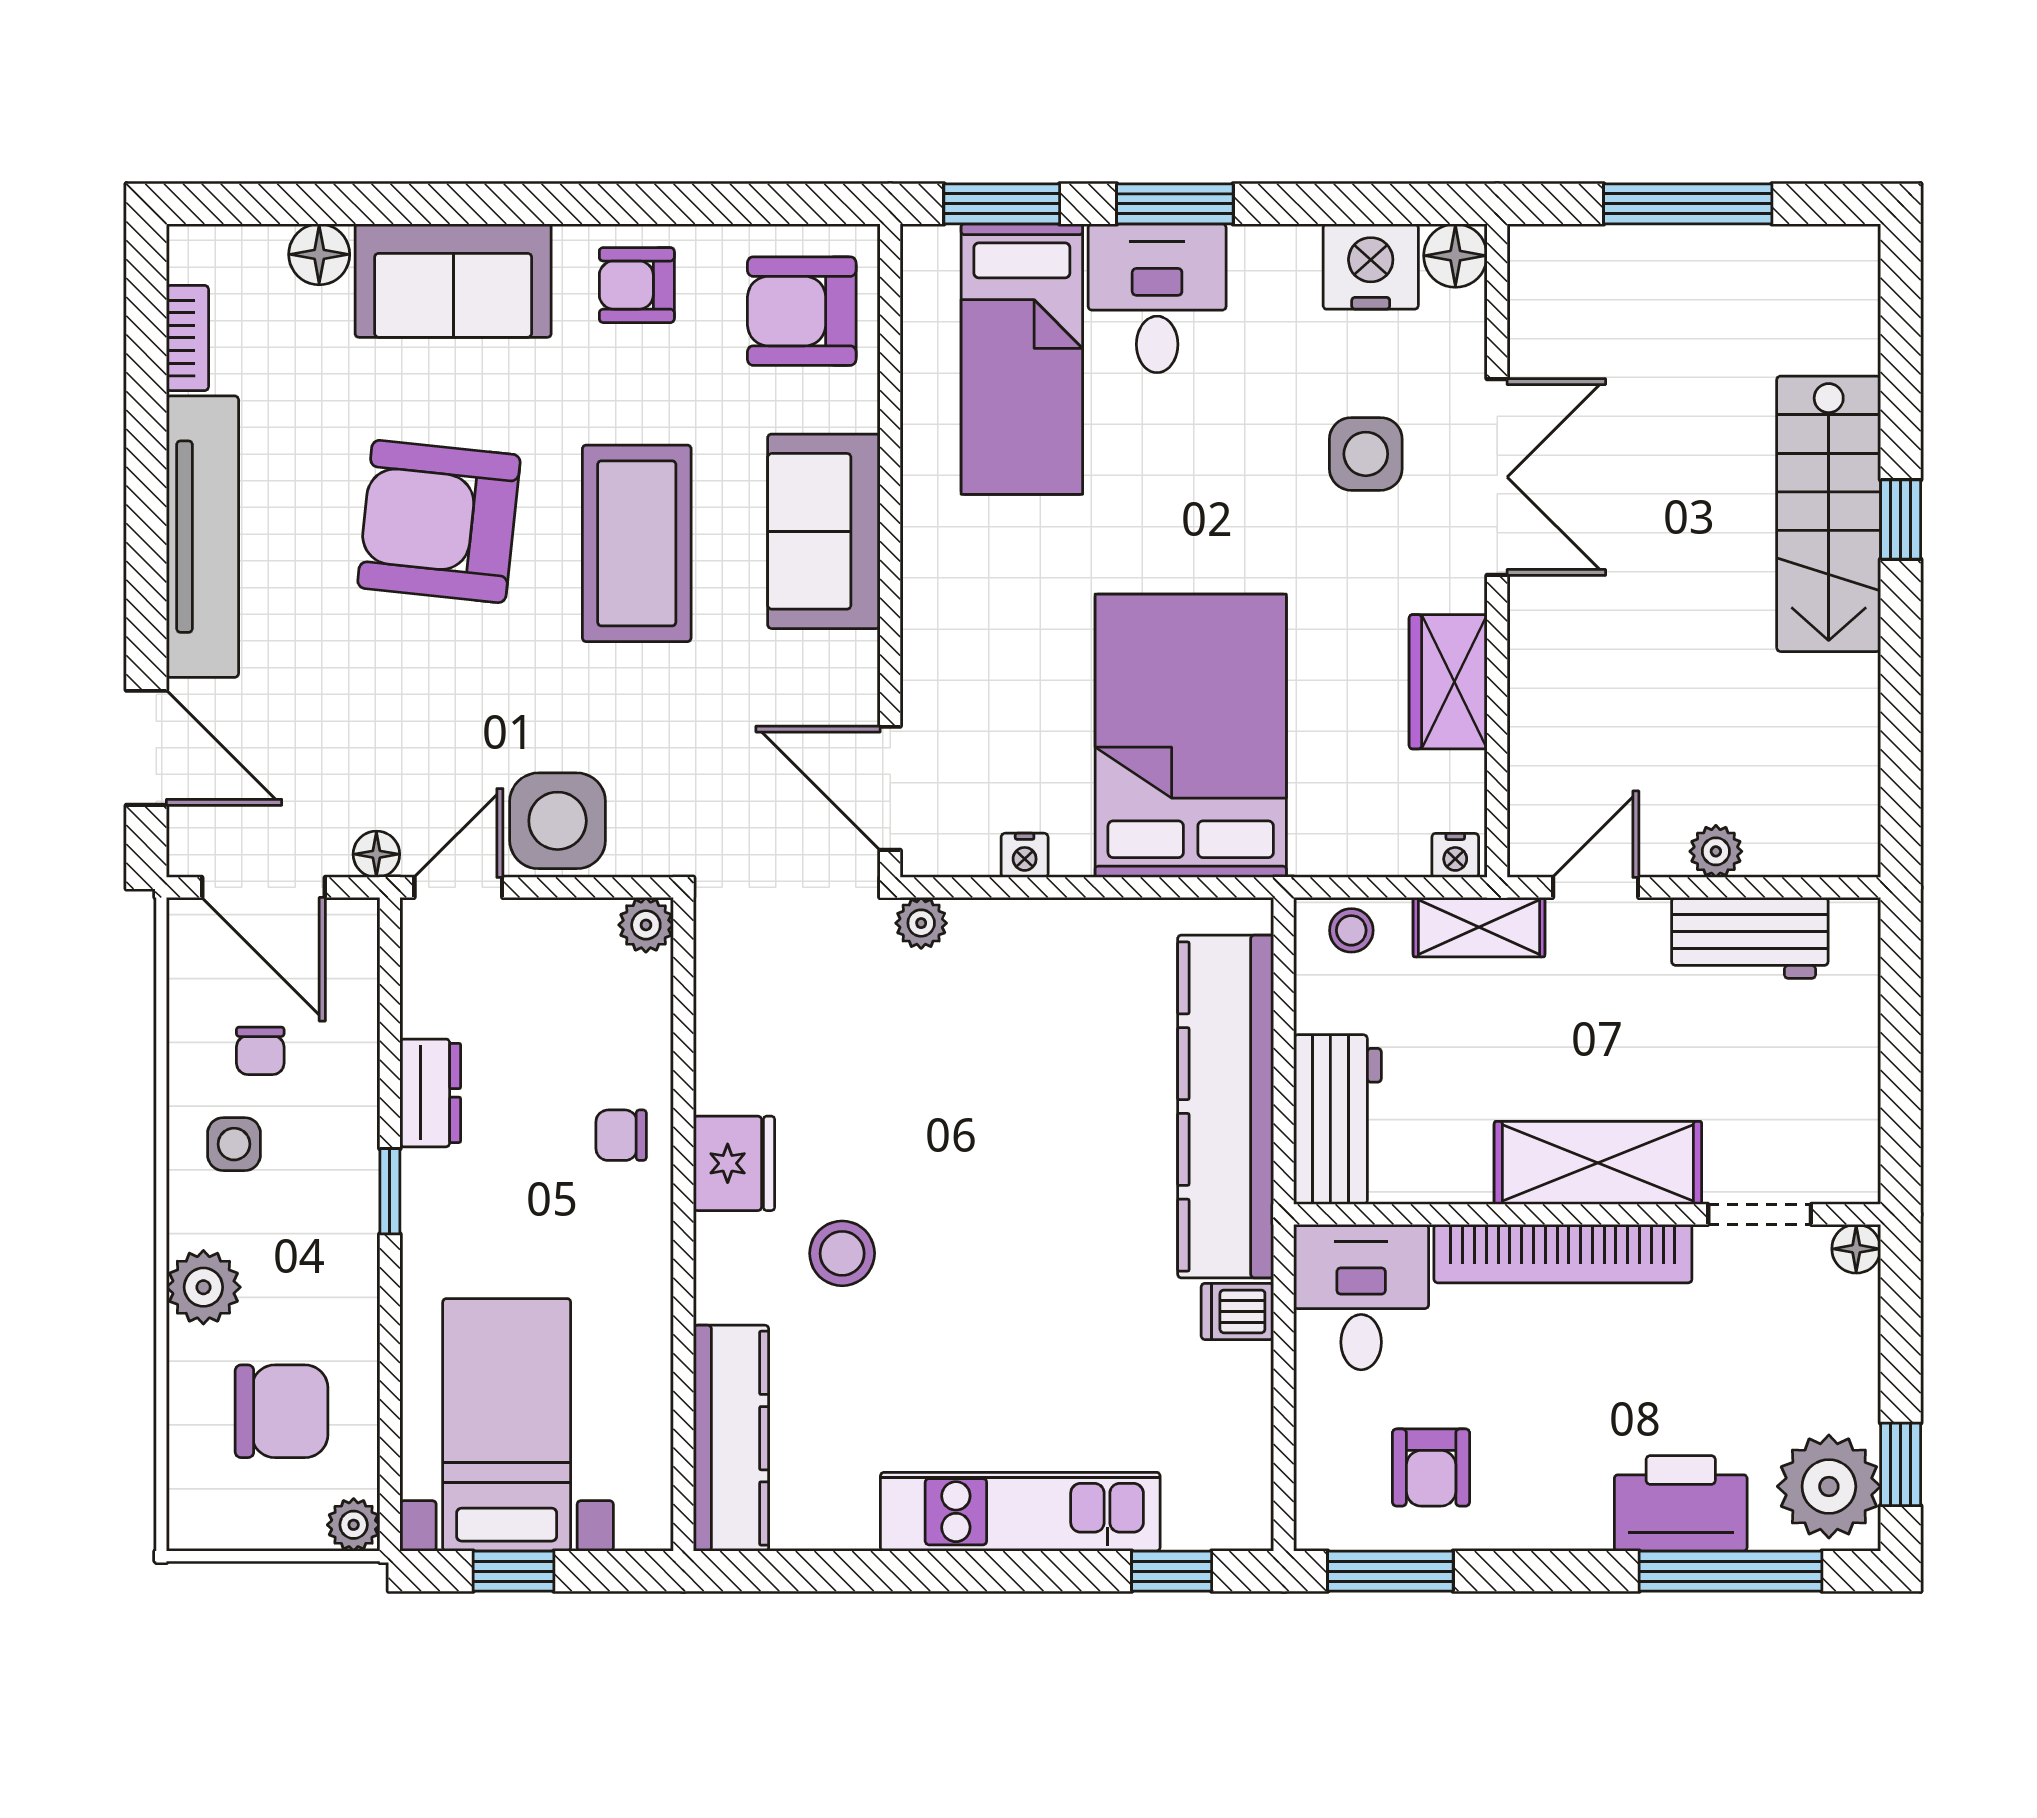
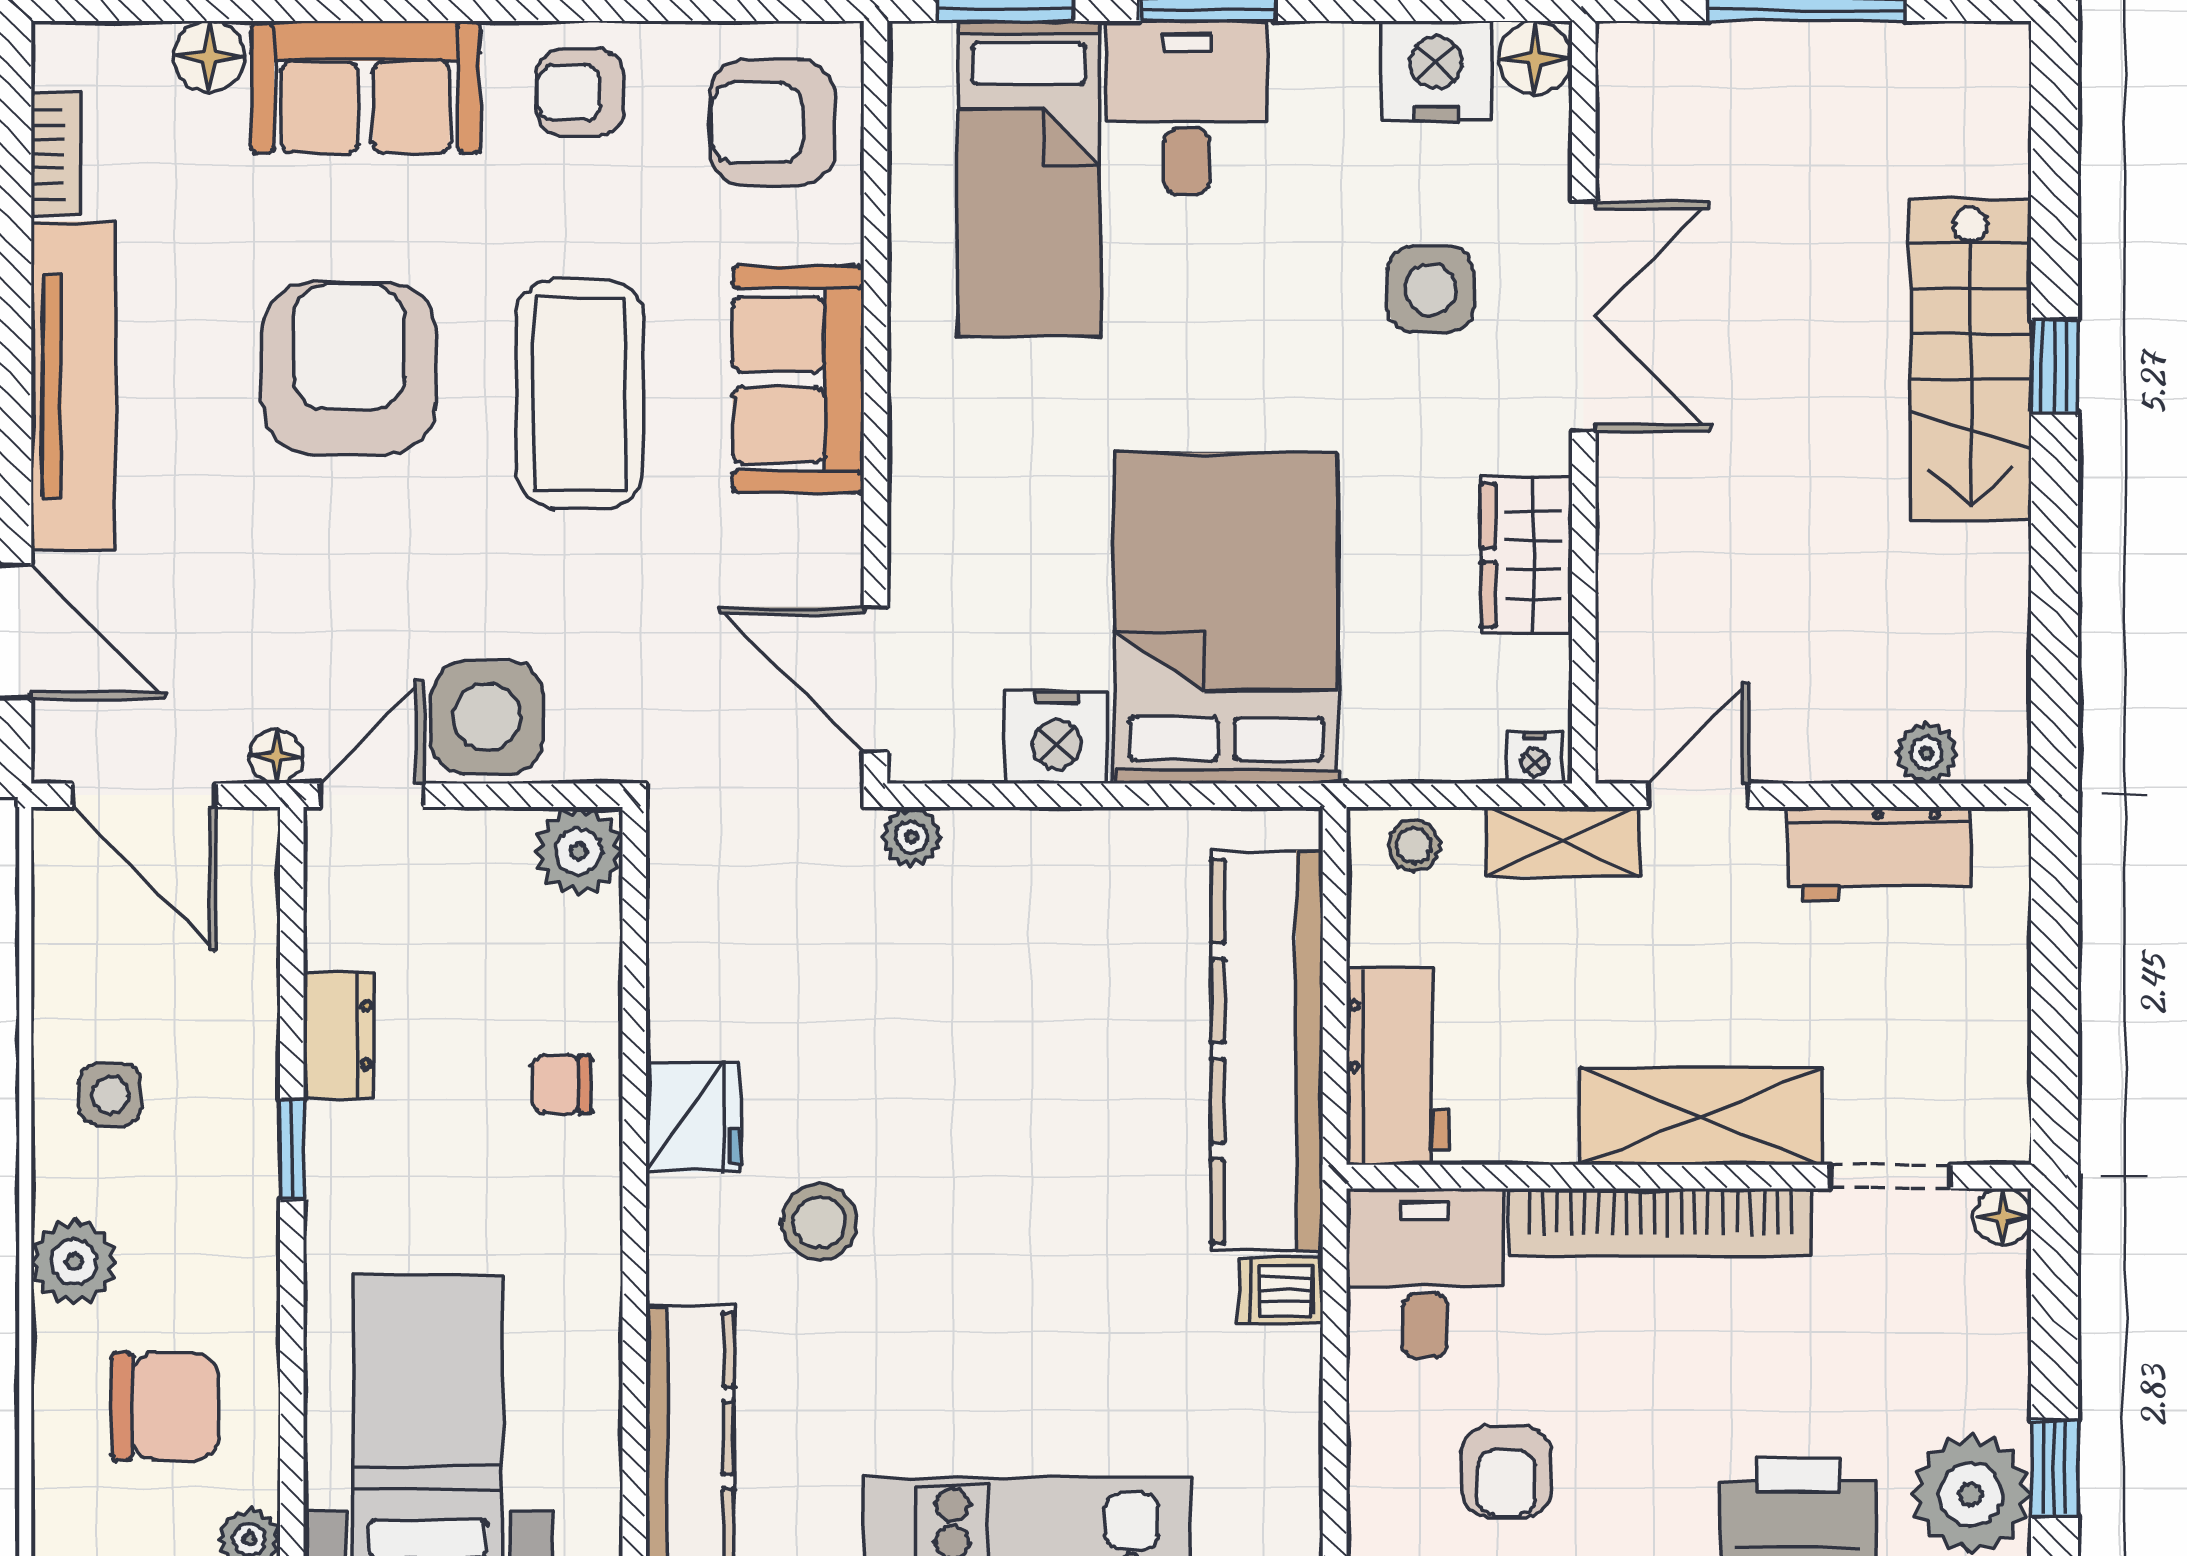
armchair: (439, 521) -> (349, 368), turned 84
plant: (1716, 851) -> (1927, 753), moved
nightstand: (1025, 855) -> (1057, 737), width x1.89, depth x1.79
plant: (646, 925) -> (579, 851), width x1.38, depth x1.38
chair: (260, 1051) -> (140, 986), removed

